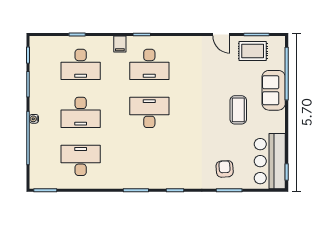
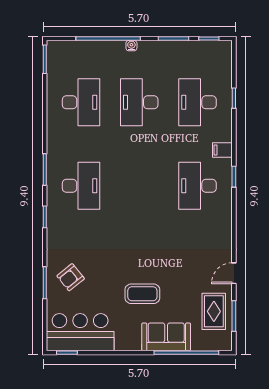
desk: (149, 112) -> (81, 186), moved
armchair: (225, 169) -> (71, 277), turned 145

